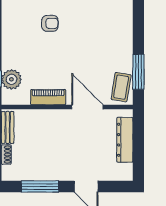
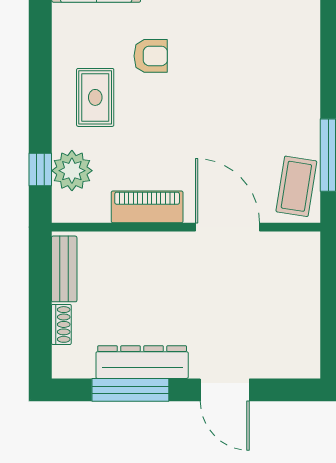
rug: (23, 44) -> (95, 97), added
dresser: (125, 140) -> (142, 362), moved, turned 90

